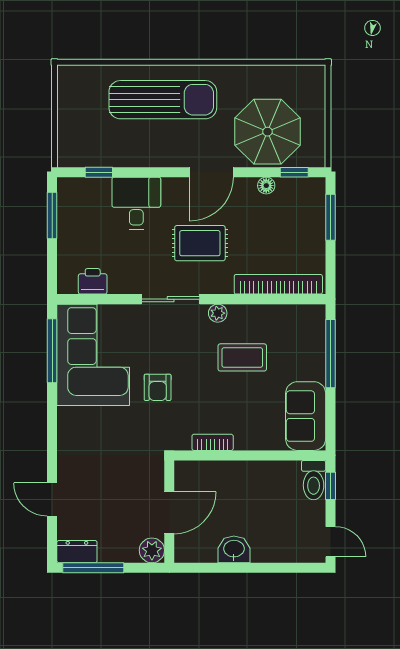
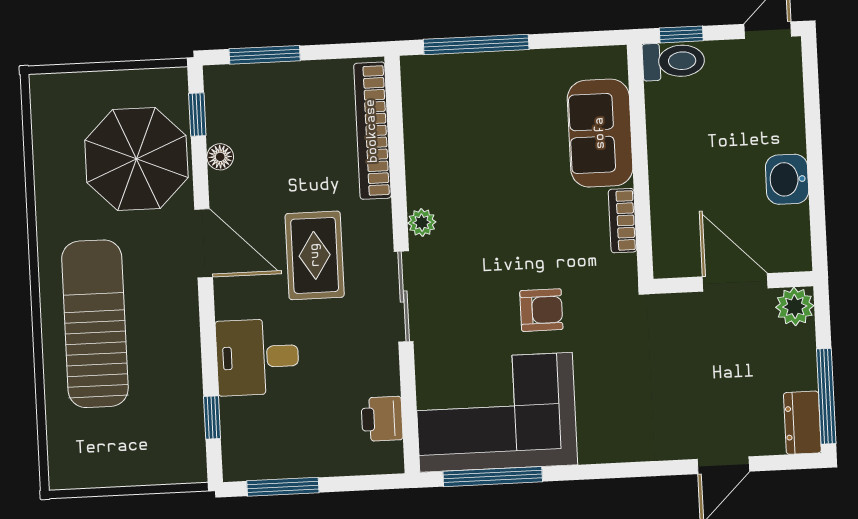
coffee table: (242, 357) -> (489, 181), removed
sofa: (306, 416) -> (600, 133), moved, turned 90

